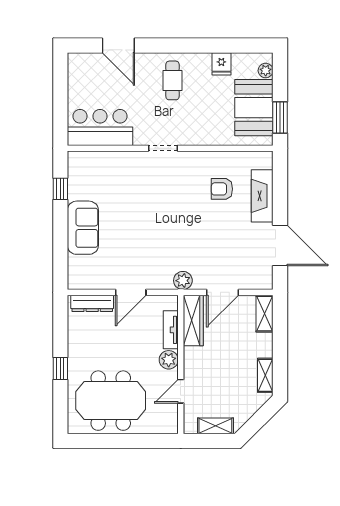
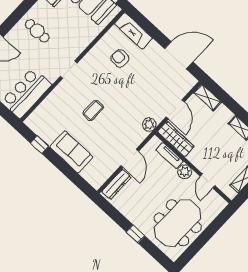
armchair: (222, 189) -> (120, 58), turned 96
fireplace: (262, 196) -> (133, 31), moved
coffee table: (145, 211) -> (93, 110), added

